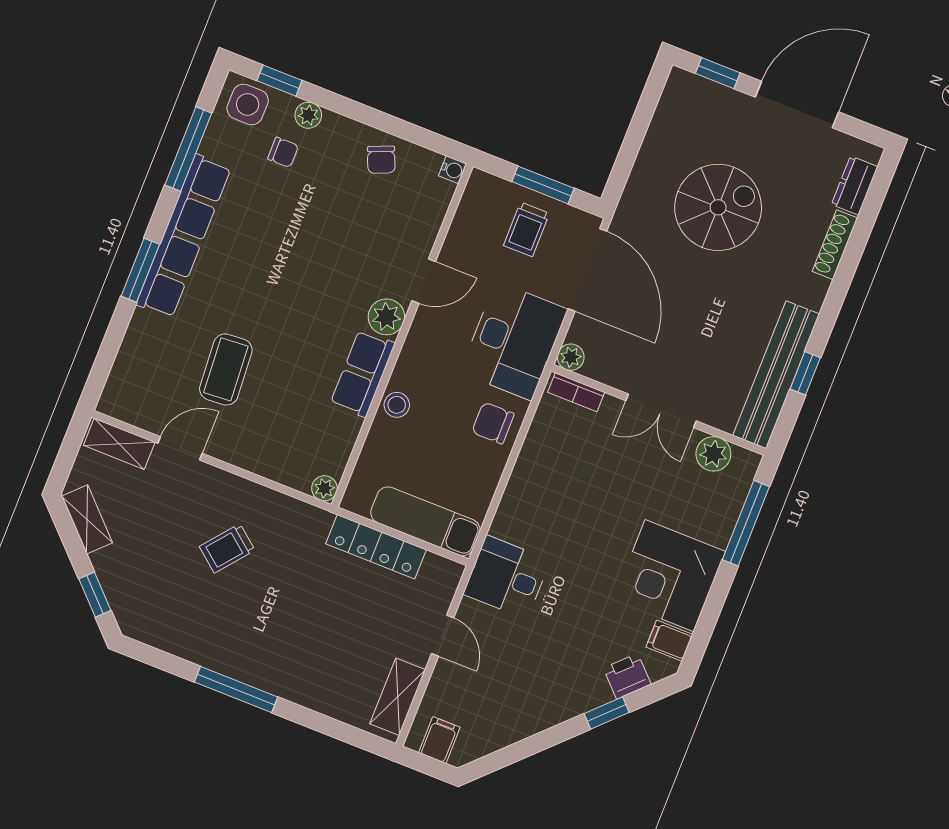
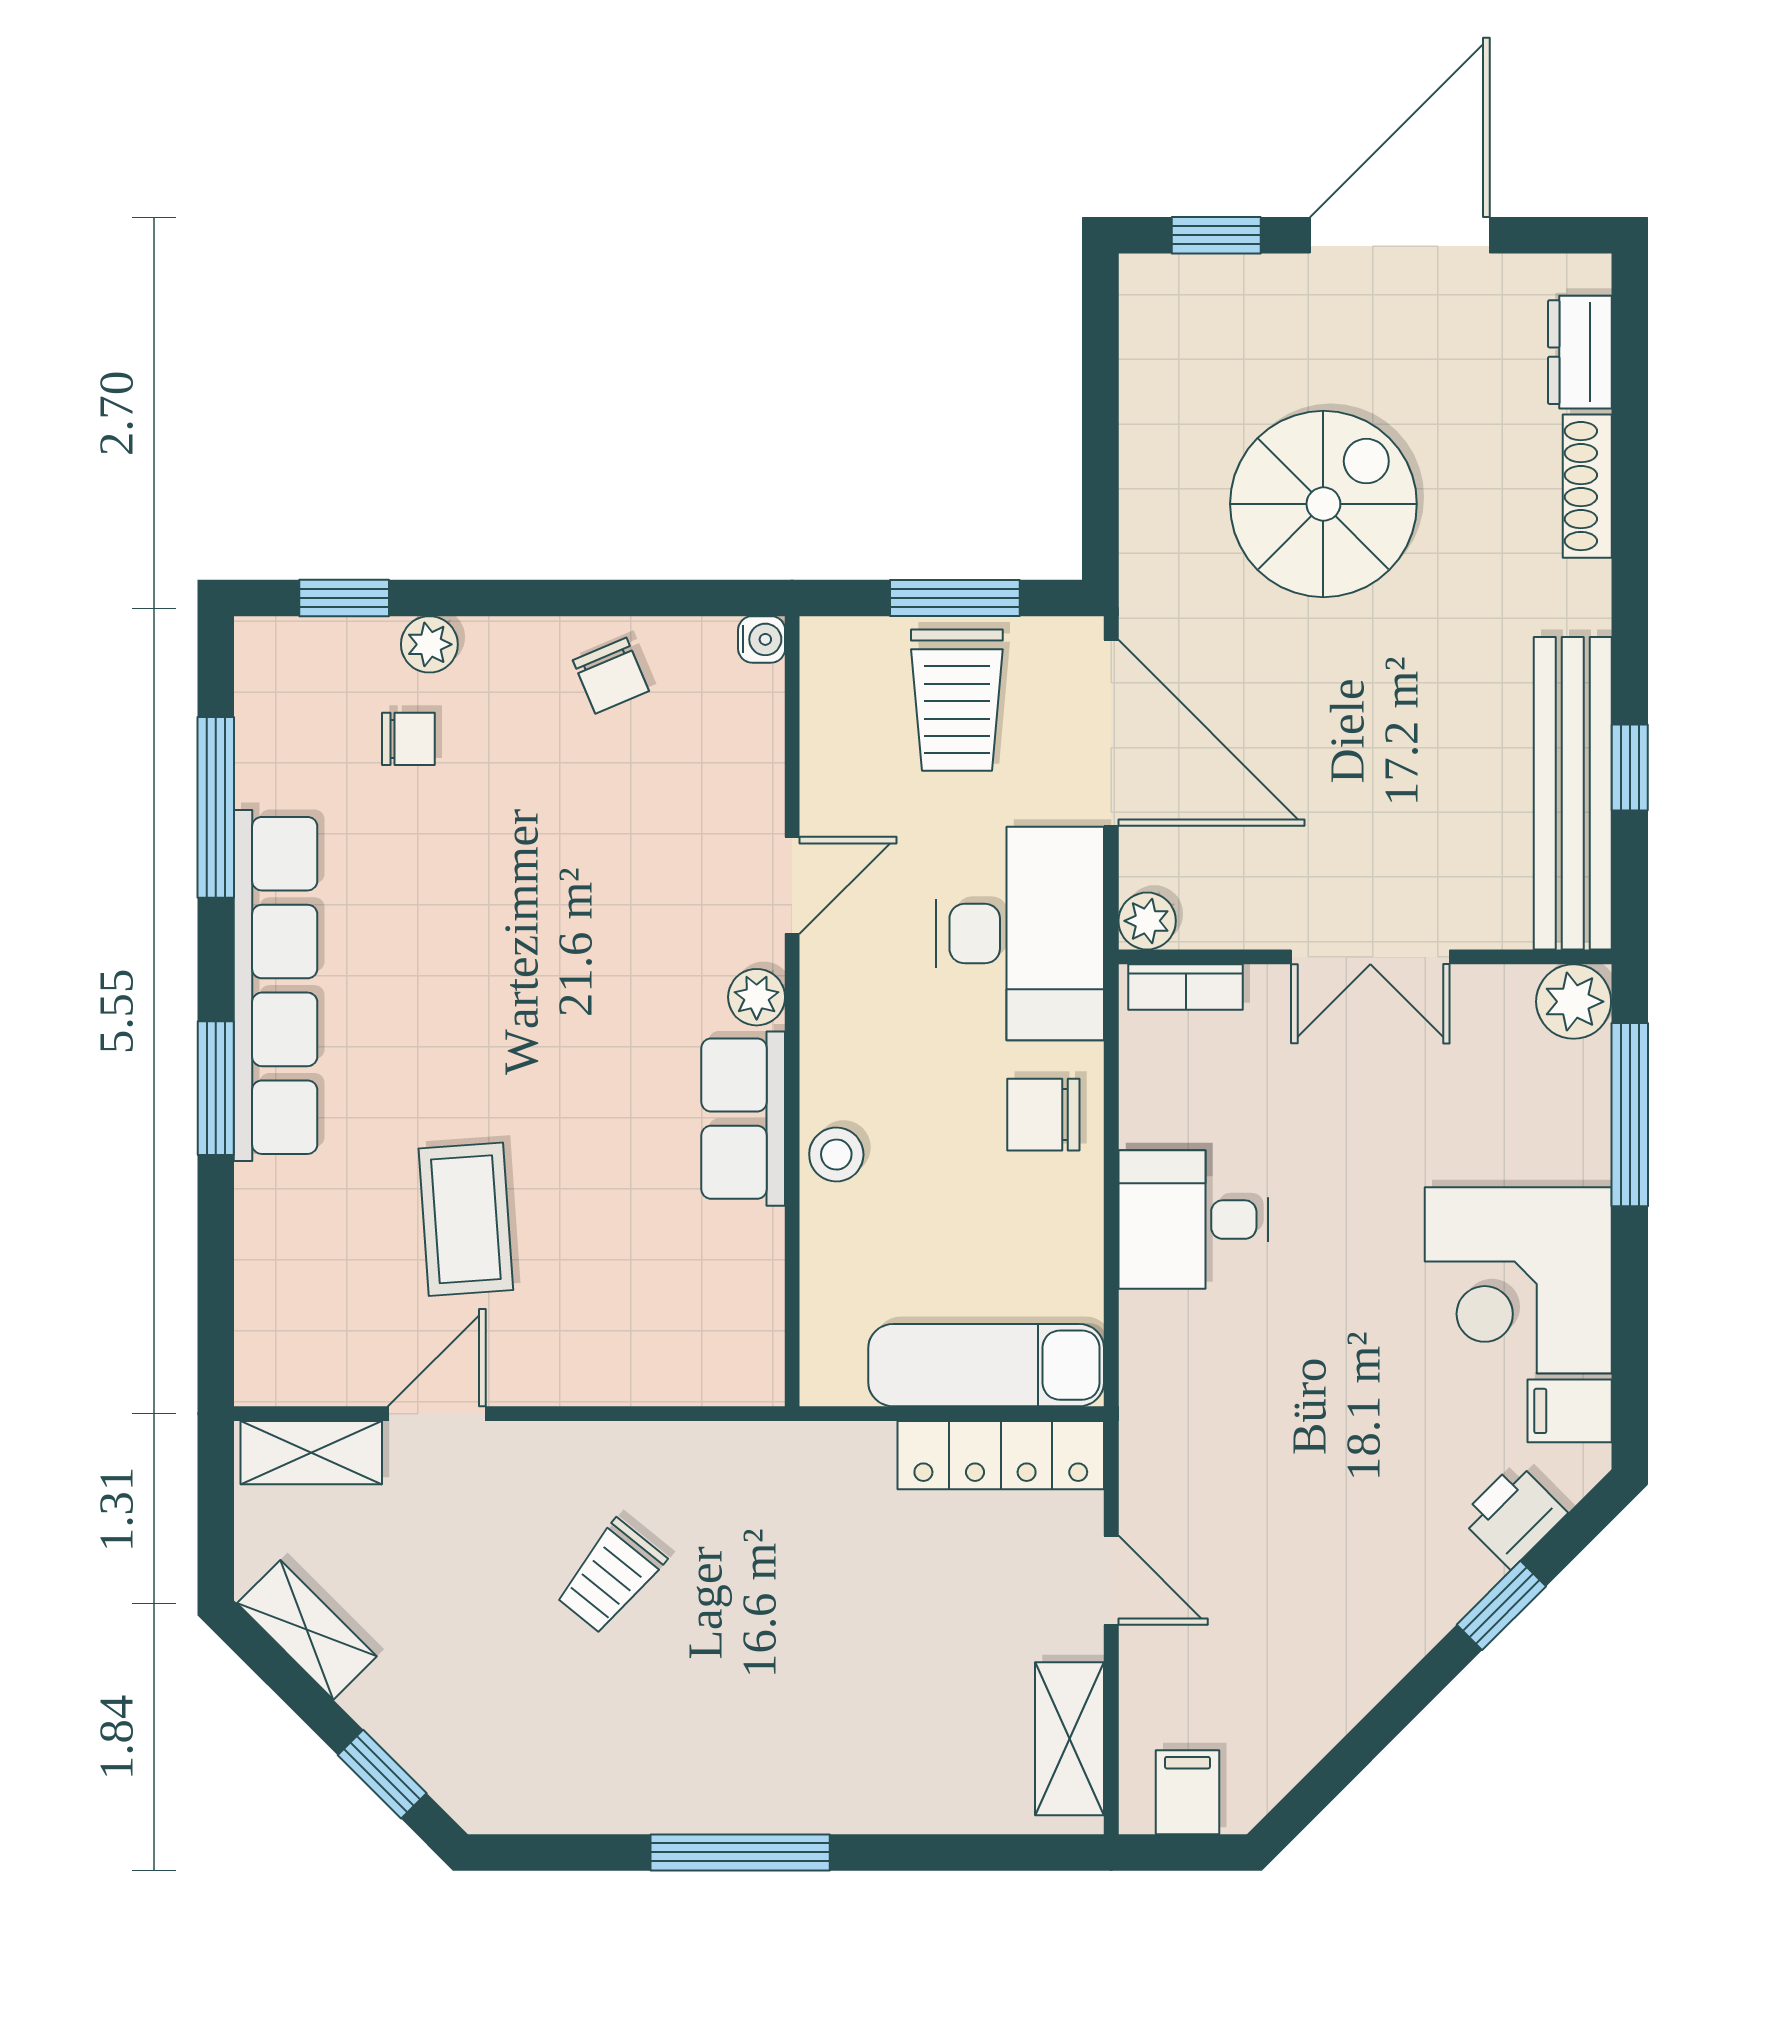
side table: (248, 104) -> (299, 671), removed
trolley: (526, 229) -> (957, 700), width x1.36, depth x1.39
plant: (386, 317) -> (757, 997), width x0.73, depth x0.73
plant: (713, 454) -> (1574, 1002), moved
plant: (324, 488) -> (758, 1379), removed
locker: (376, 547) -> (1001, 1455), moved
desk: (507, 577) -> (1193, 1220), moved

